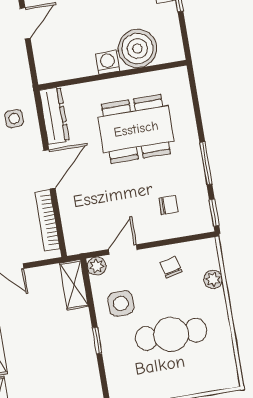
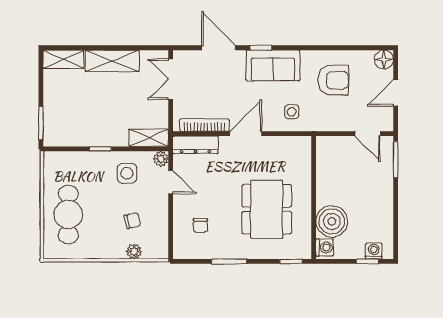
washing machine: (108, 62) -> (325, 248), moved
dresser: (54, 116) -> (195, 145), moved
door: (50, 169) -> (246, 134), swing flipped
window: (214, 213) -> (291, 261), moved
chair: (171, 267) -> (132, 221), moved
cafe table: (171, 334) -> (68, 214), moved

